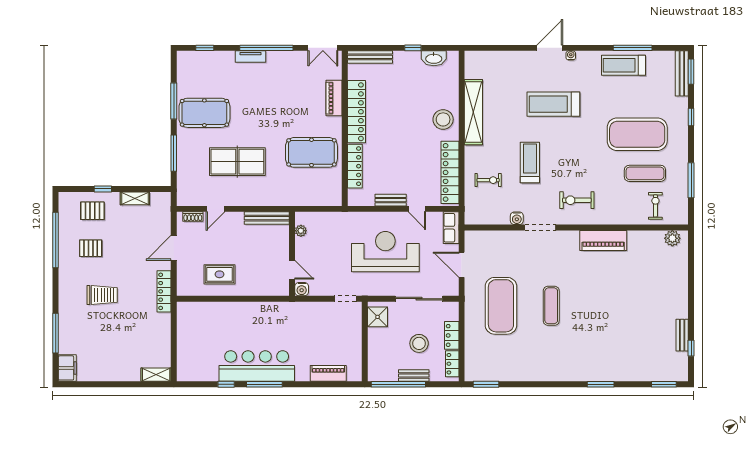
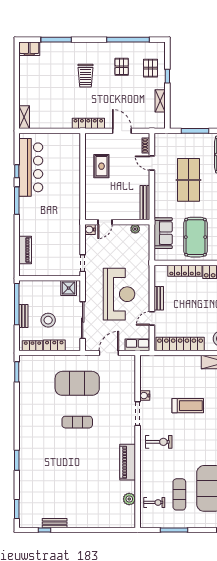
exercise bike: (488, 180) -> (174, 373), removed
sofa: (306, 194) -> (163, 233), added
exercise bike: (577, 200) -> (159, 442), turned 90
plant: (672, 238) -> (129, 499), moved
bar counter: (257, 366) -> (31, 167), moved

